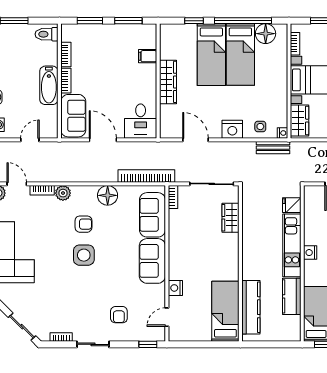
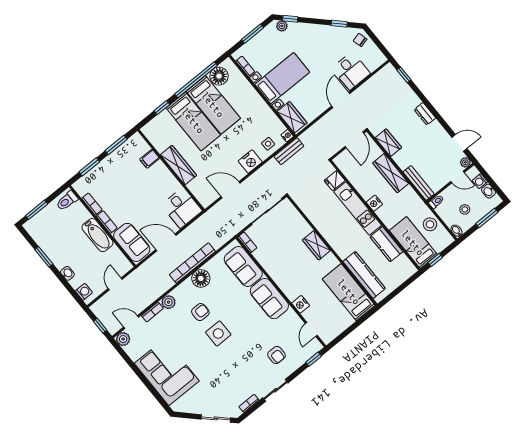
bookcase: (146, 176) -> (192, 263), moved
wardrobe: (231, 218) -> (316, 245), moved

